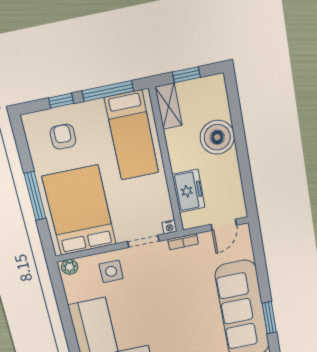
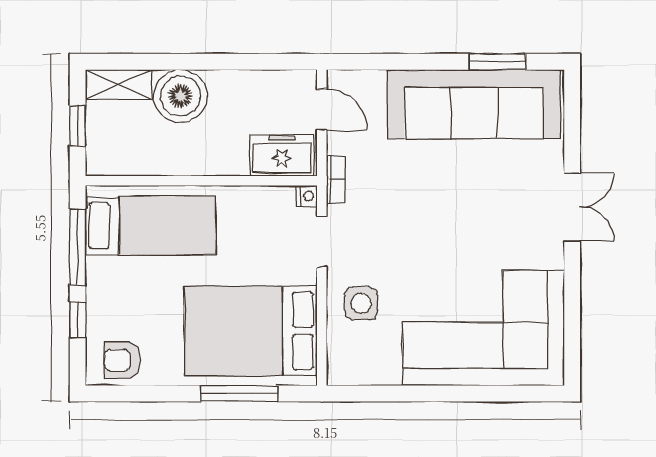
shelving: (169, 106) -> (119, 84), moved
armchair: (63, 137) -> (122, 360), moved
freezer: (189, 191) -> (282, 155), moved
window: (35, 196) -> (239, 394), moved
plant: (70, 267) -> (339, 367), removed

